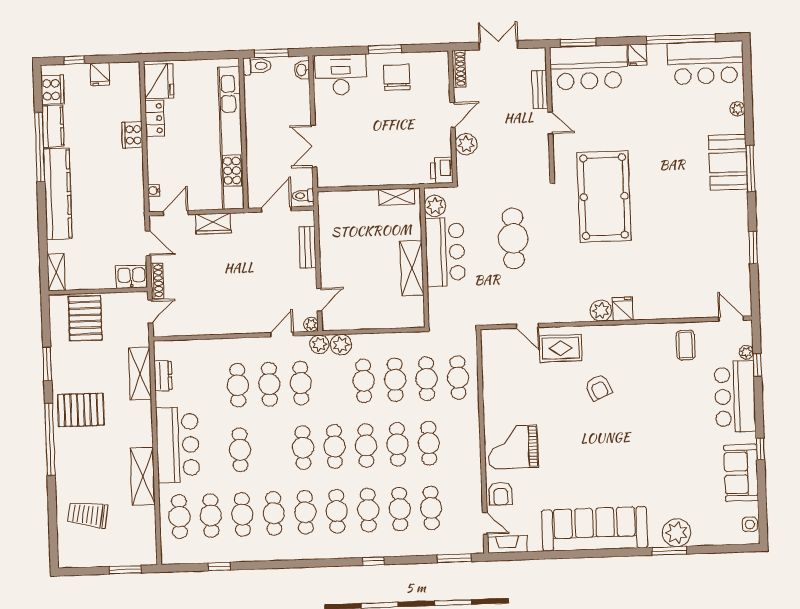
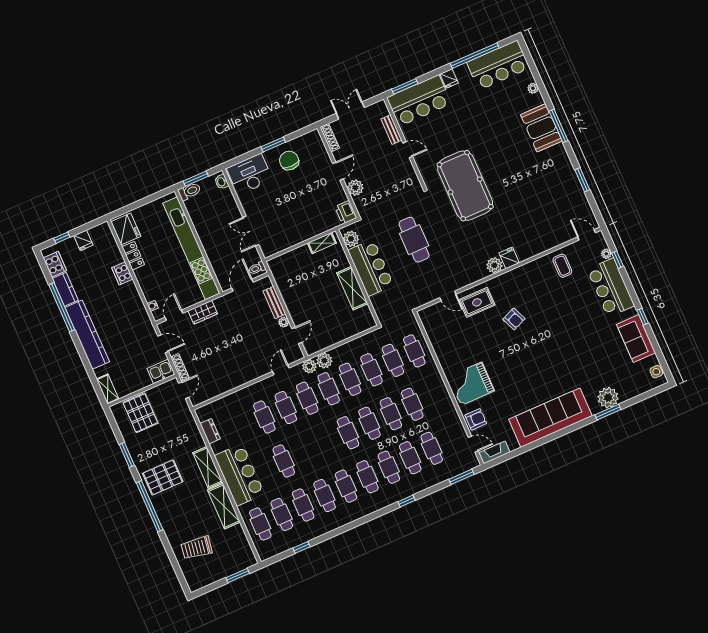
plant: (311, 324) -> (284, 322), moved
shelving: (140, 374) -> (208, 467), moved
cafe table: (303, 448) -> (329, 389), moved
armchair: (501, 494) -> (476, 419), turned -90

